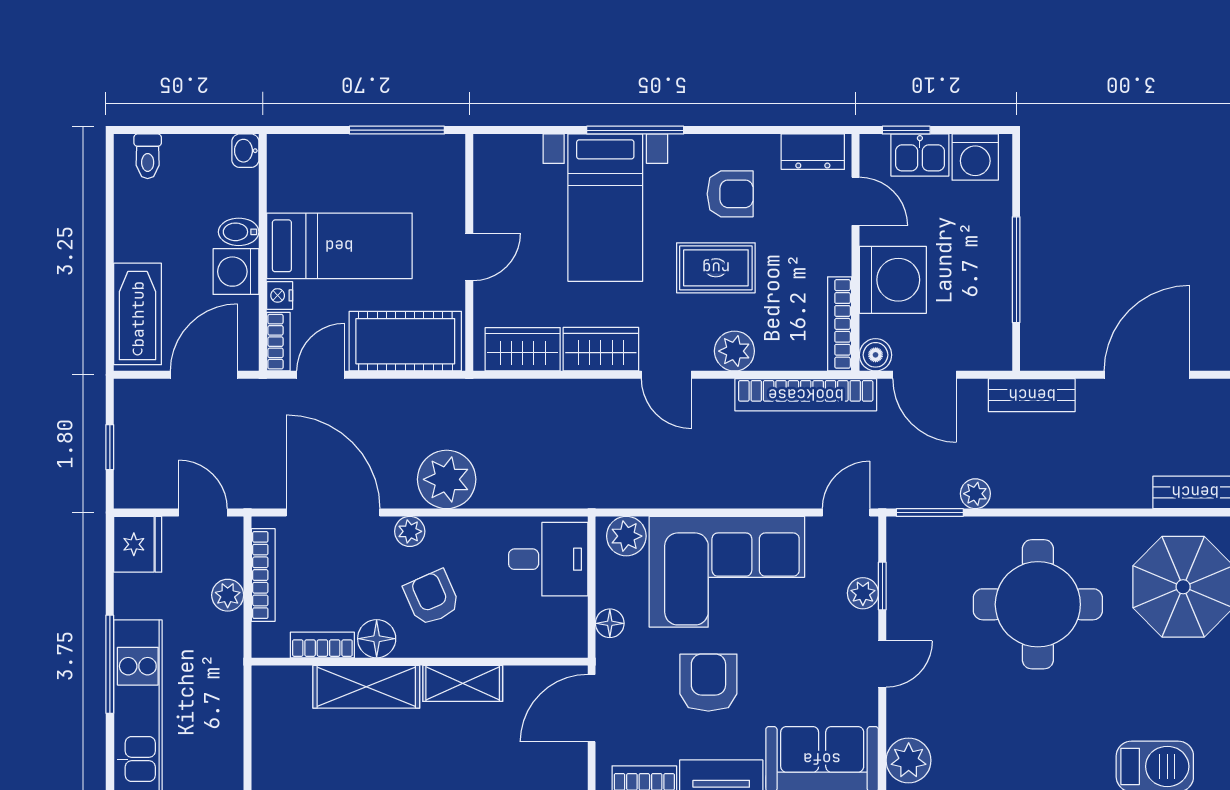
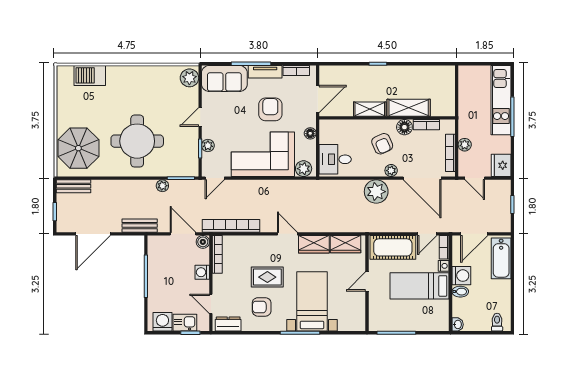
washing machine: (893, 280) -> (202, 272), width x0.53, depth x0.53
plant: (734, 351) -> (260, 243), removed
armchair: (708, 683) -> (270, 109), turned 180

